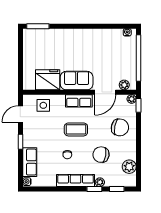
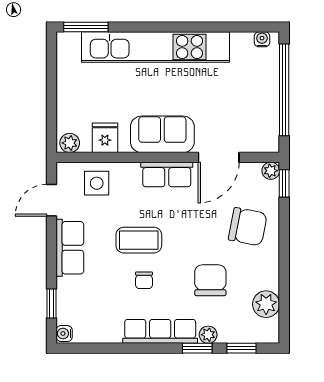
kitchen unit: (73, 36) -> (156, 47), added
fridge: (48, 80) -> (105, 138), width x0.53, depth x0.75
plant: (124, 85) -> (70, 143), moved
coffee table: (76, 129) -> (139, 240), moved
window: (20, 142) -> (52, 303), moved
chair: (101, 155) -> (210, 280), turned 80
row of seats: (30, 162) -> (70, 248), moved

